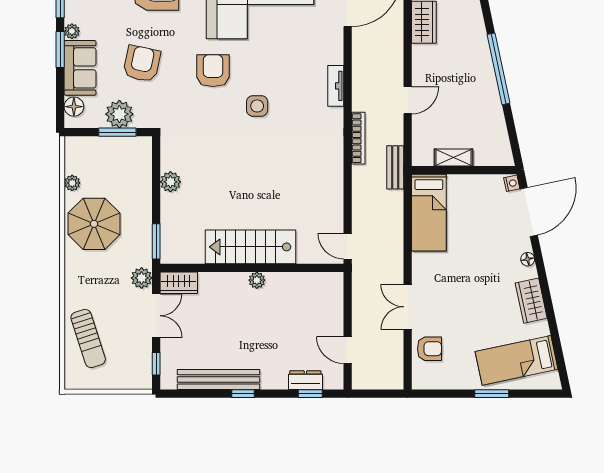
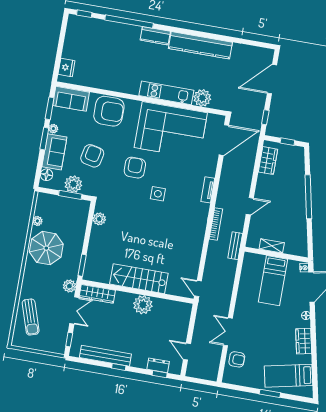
plant: (170, 182) -> (99, 219), moved
bed: (429, 213) -> (273, 281), moved
plant: (257, 280) -> (143, 305), width x1.88, depth x1.88
wardrobe: (179, 283) -> (97, 294), width x1.50

